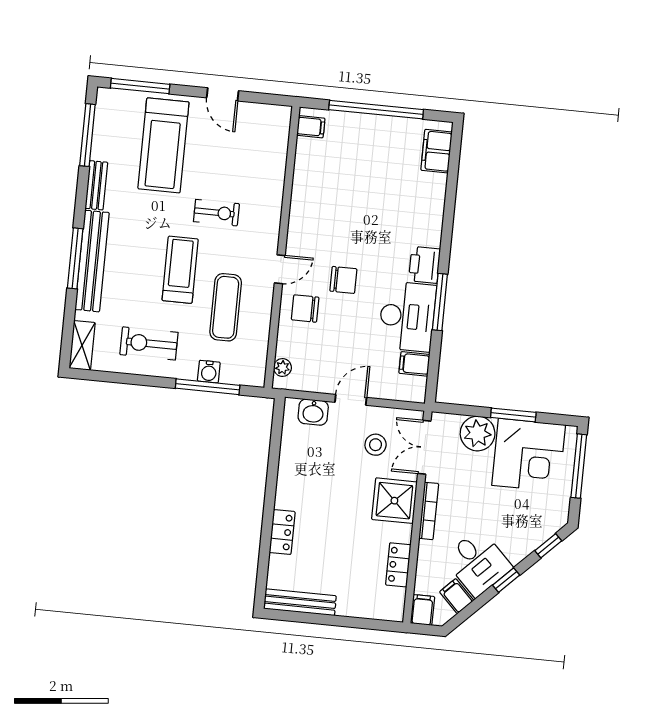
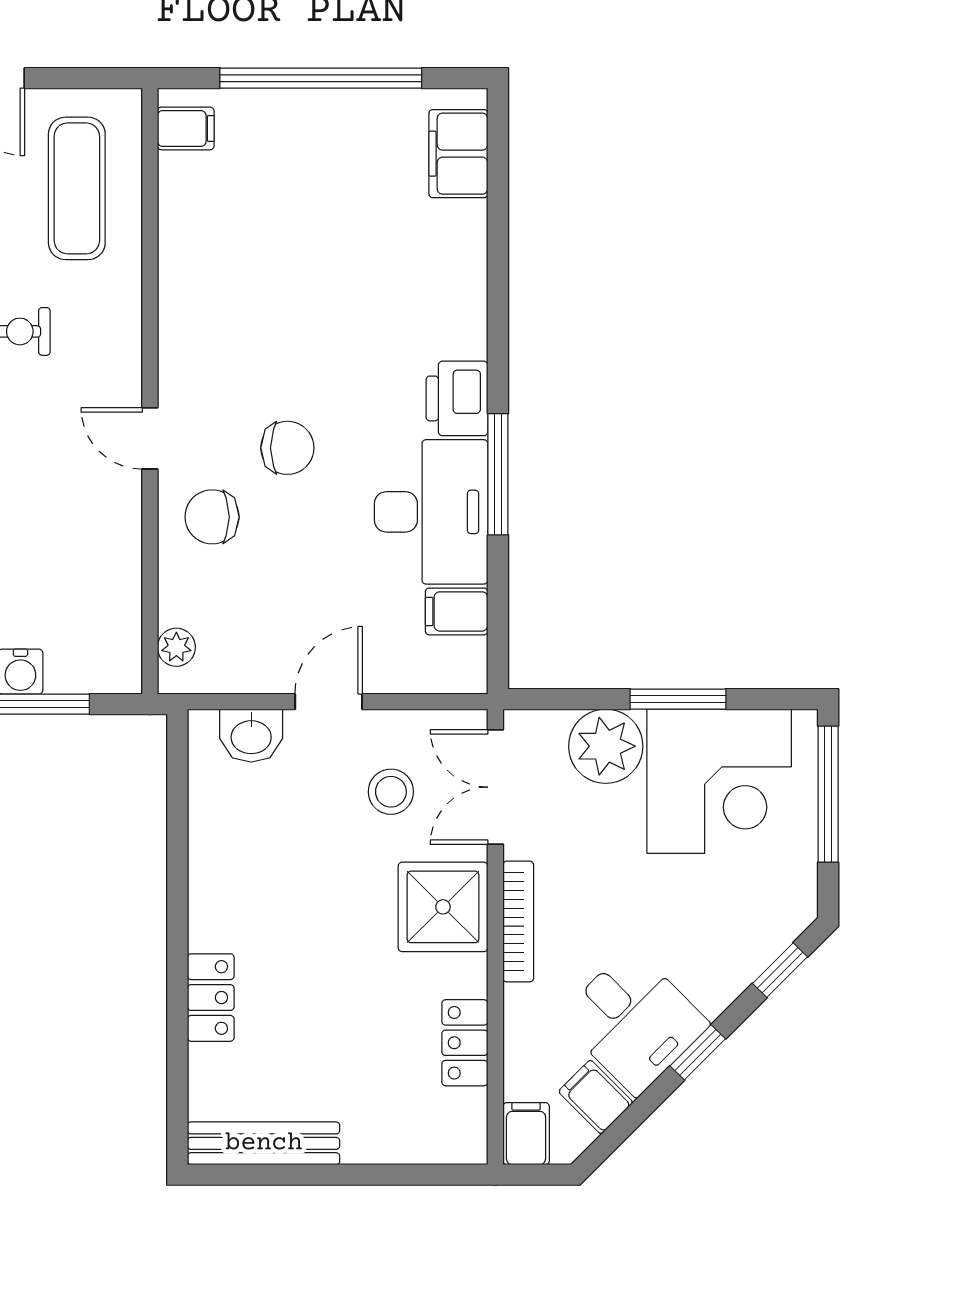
door: (280, 269) -> (150, 438), swing flipped
exercise mat: (226, 307) -> (77, 188), moved

